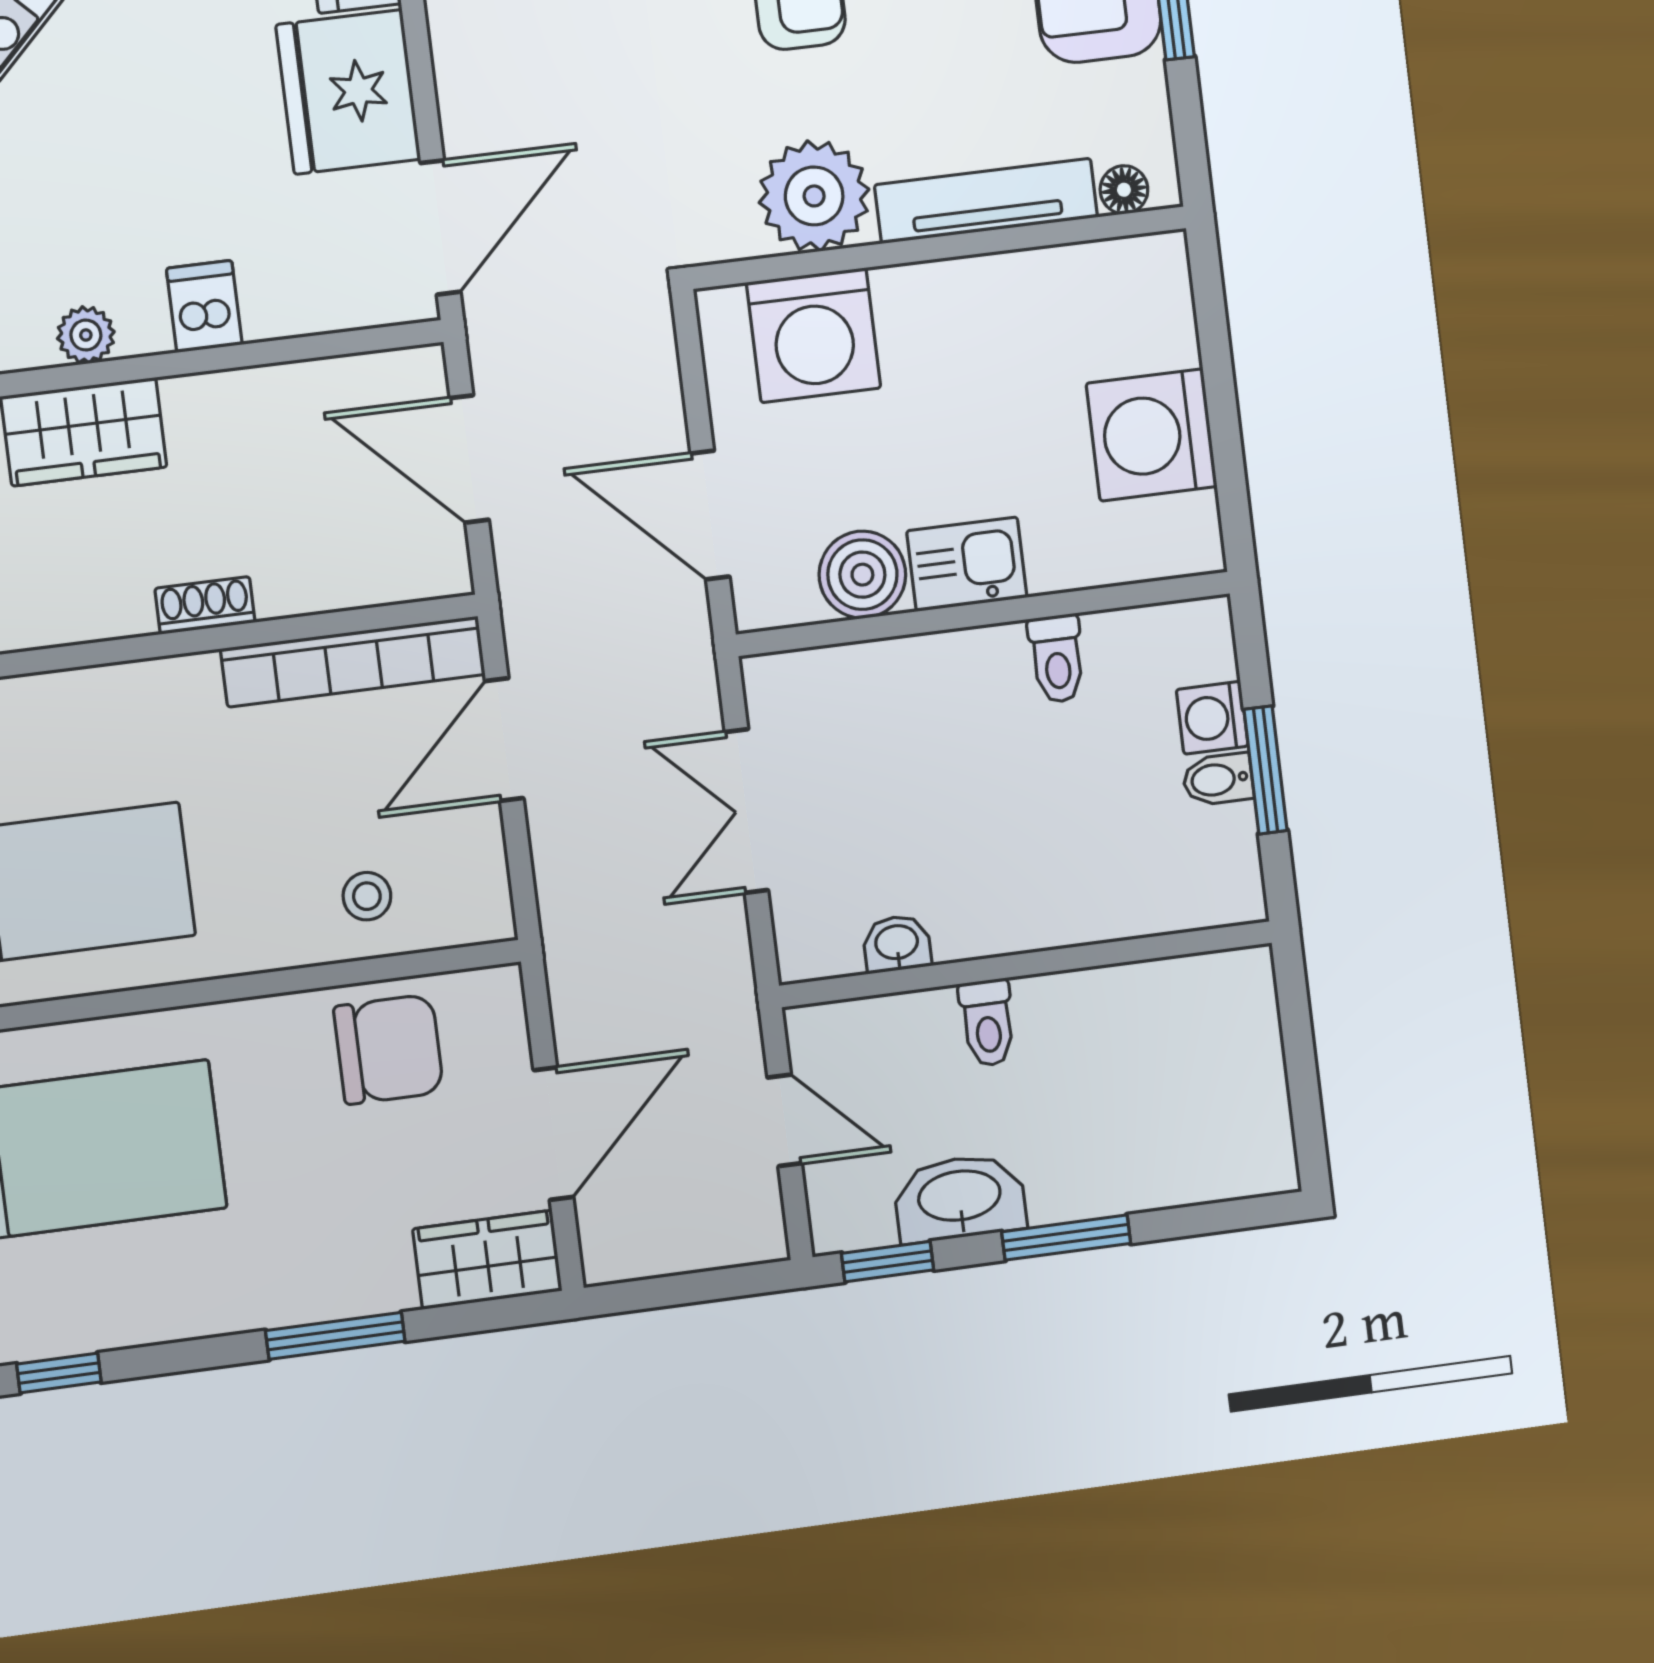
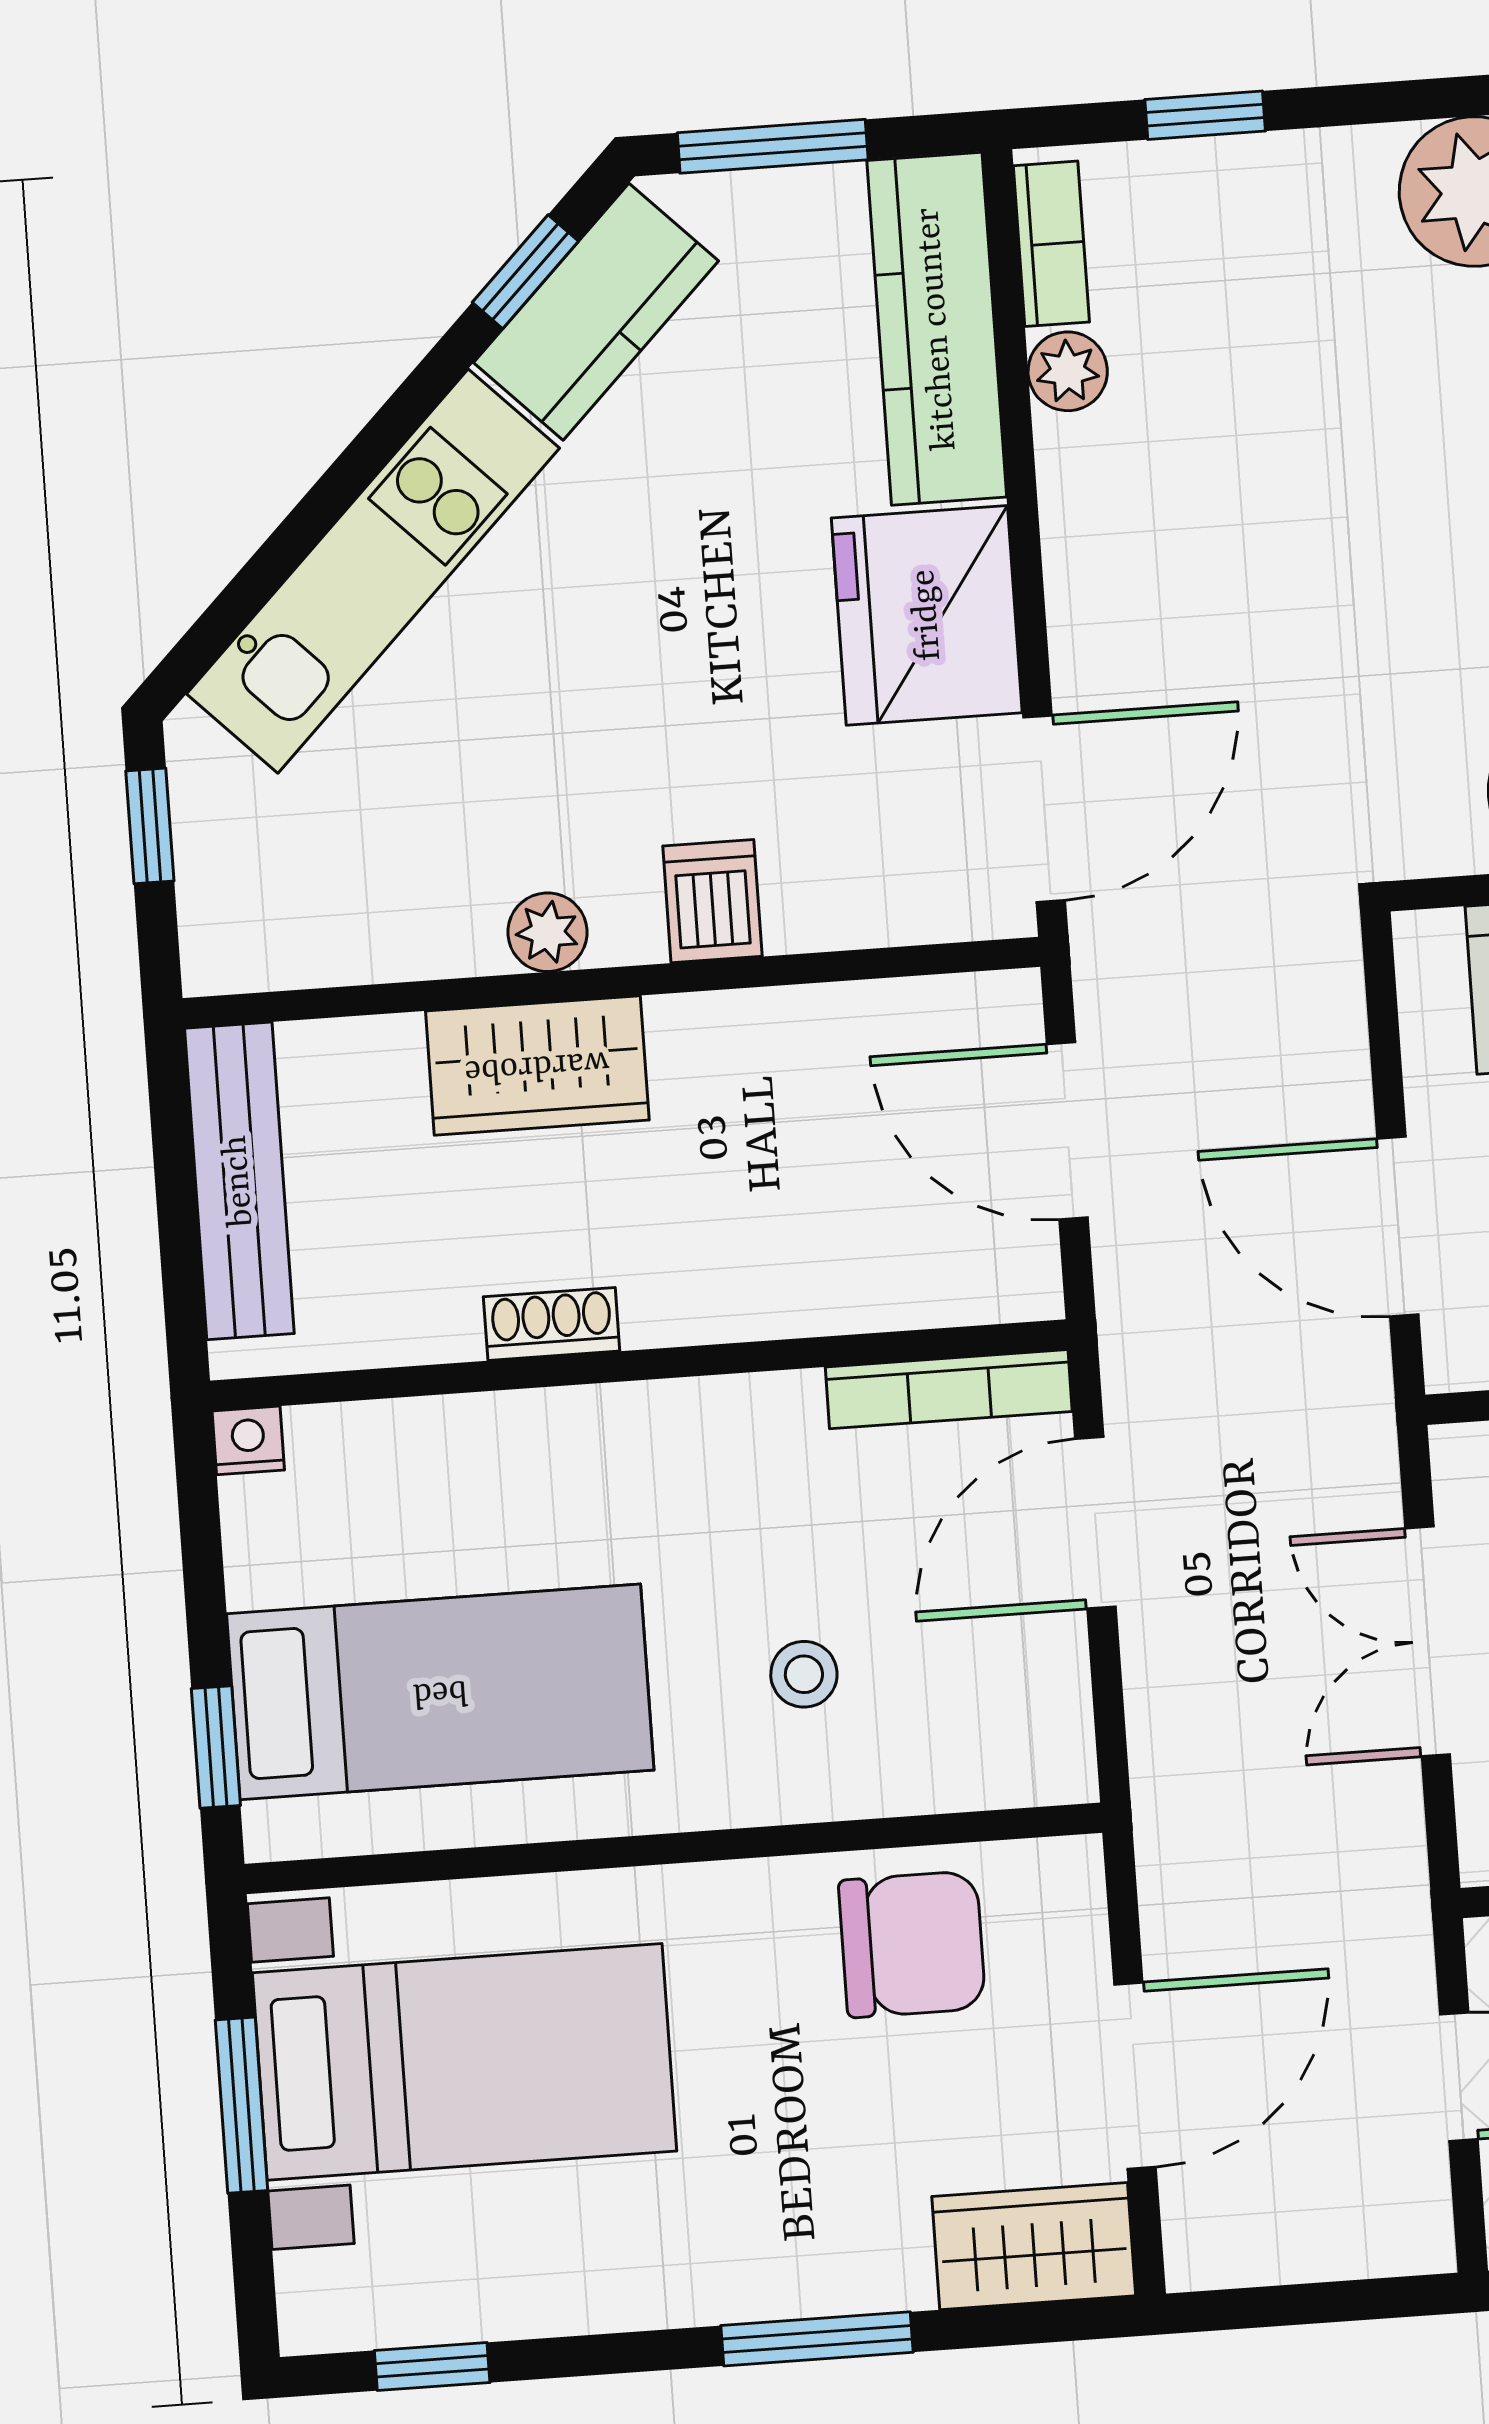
shoe rack: (205, 605) -> (552, 1324), moved
bookcase: (353, 662) -> (949, 1389), width x0.68, depth x0.76
stool: (367, 896) -> (804, 1674), moved

